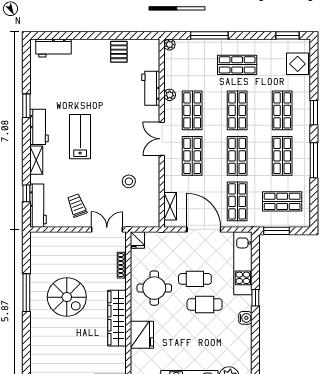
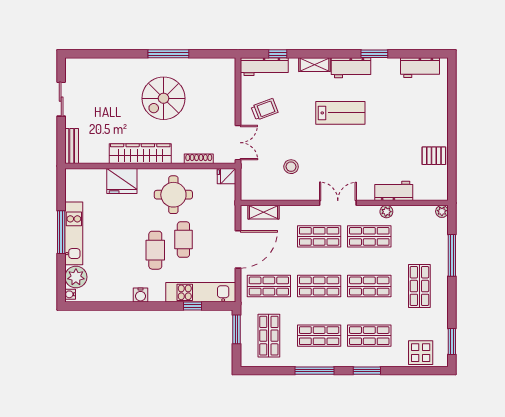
workbench: (54, 48) -> (420, 68), moved, turned -90
window: (255, 298) -> (193, 306), moved

